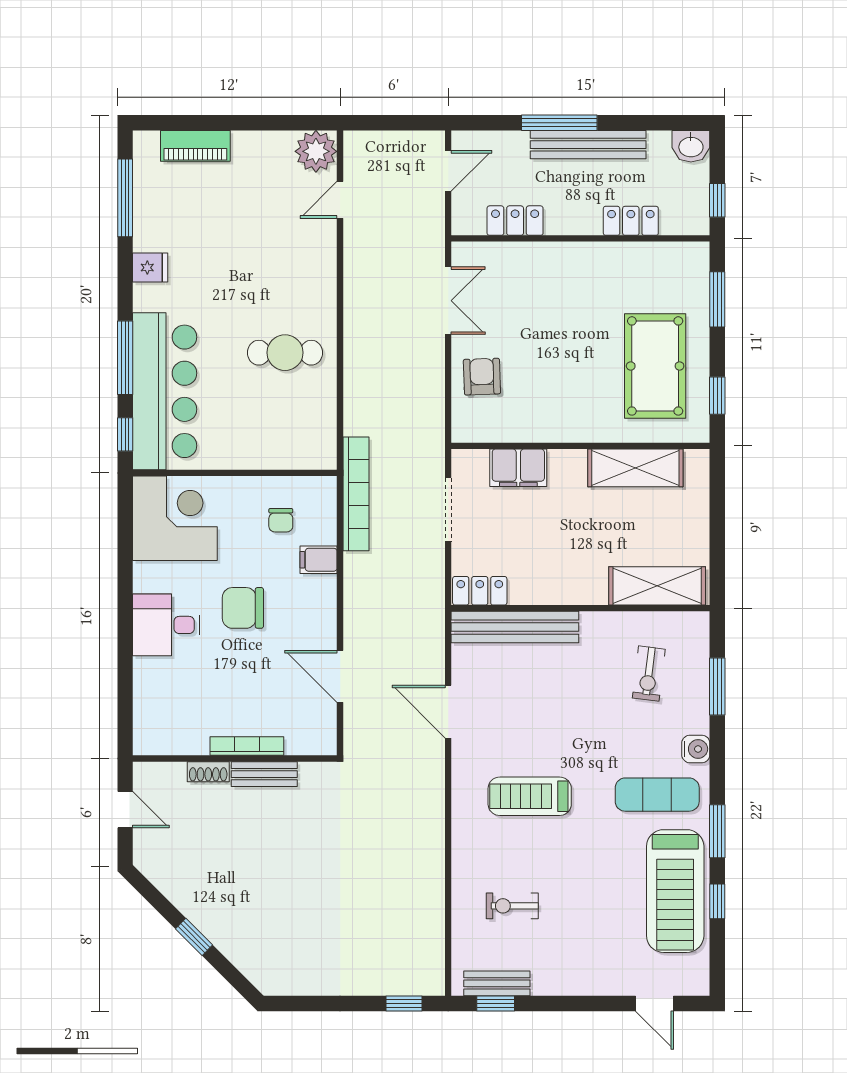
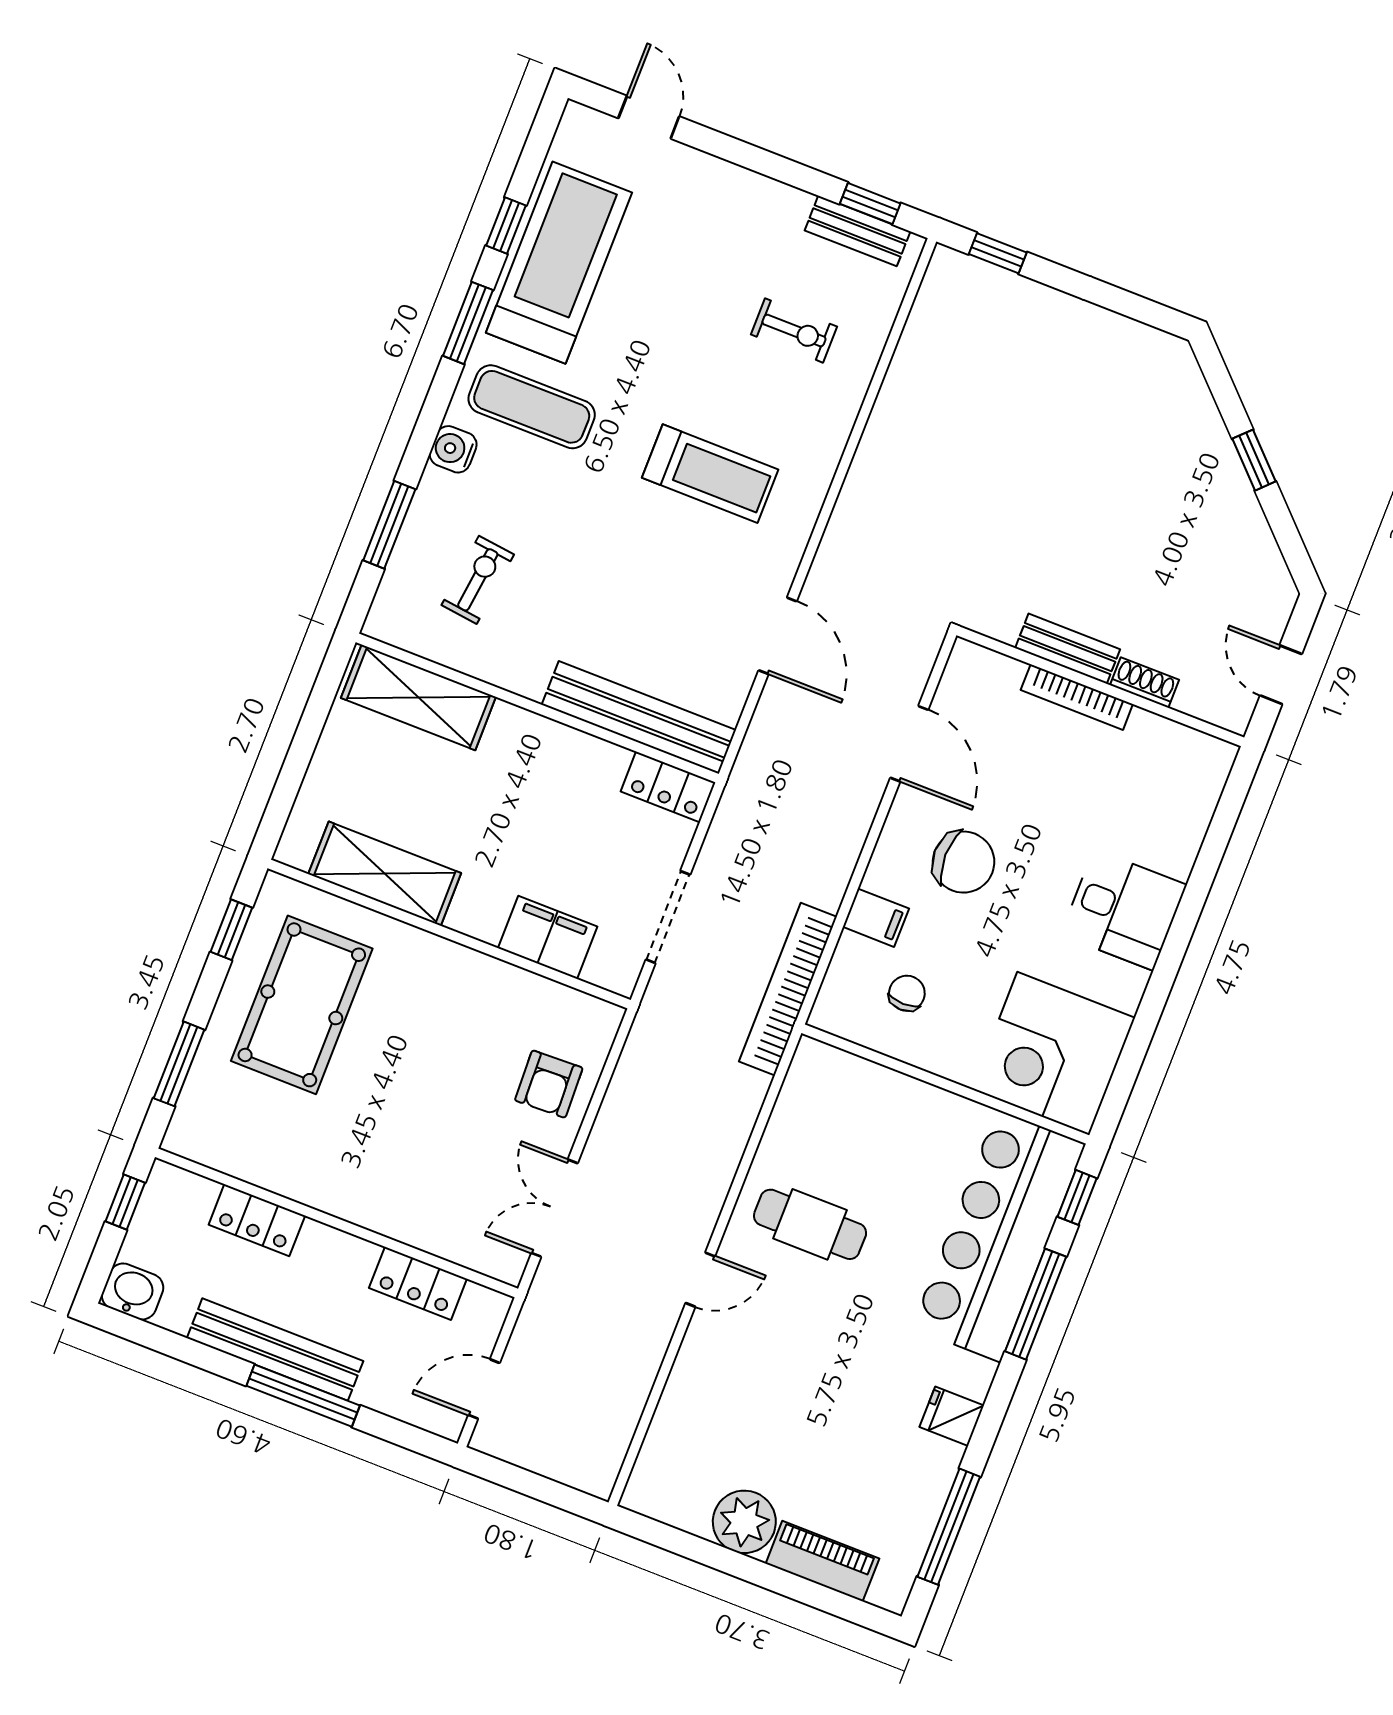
plant: (316, 151) -> (744, 1522), moved
door: (340, 200) -> (700, 1280), moved
chair: (243, 608) -> (964, 862), moved

